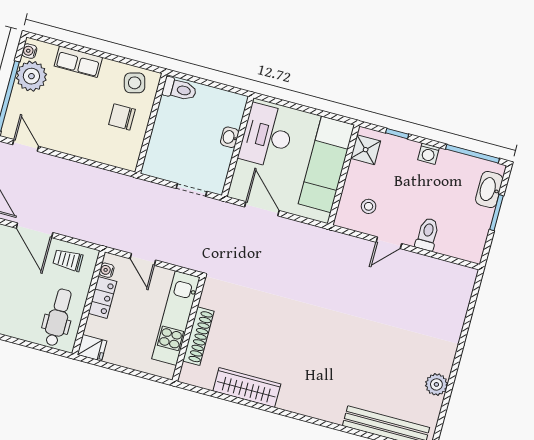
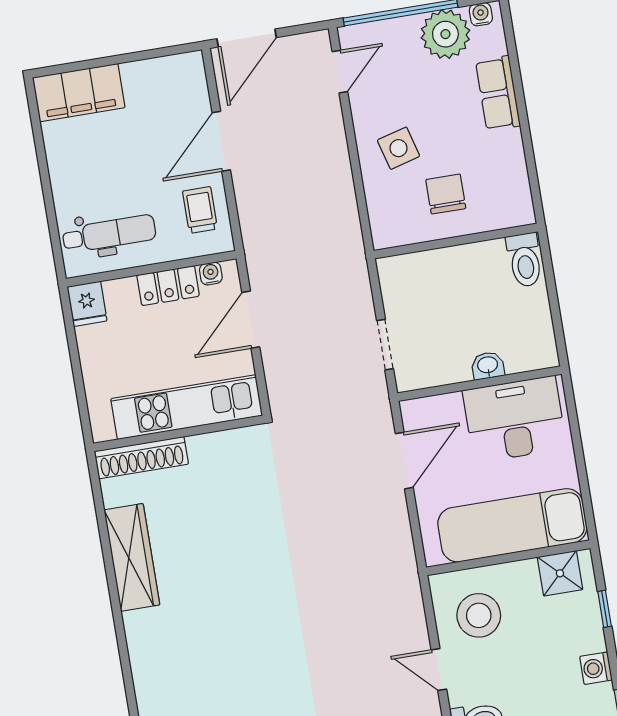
side table: (135, 83) -> (399, 148), moved
stool: (369, 206) -> (479, 615), width x1.89, depth x1.89
door: (143, 259) -> (251, 320), width x1.38
shoe rack: (198, 336) -> (141, 458), moved

